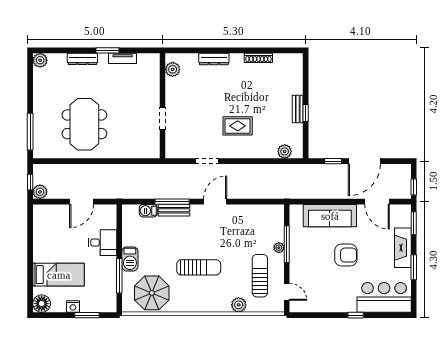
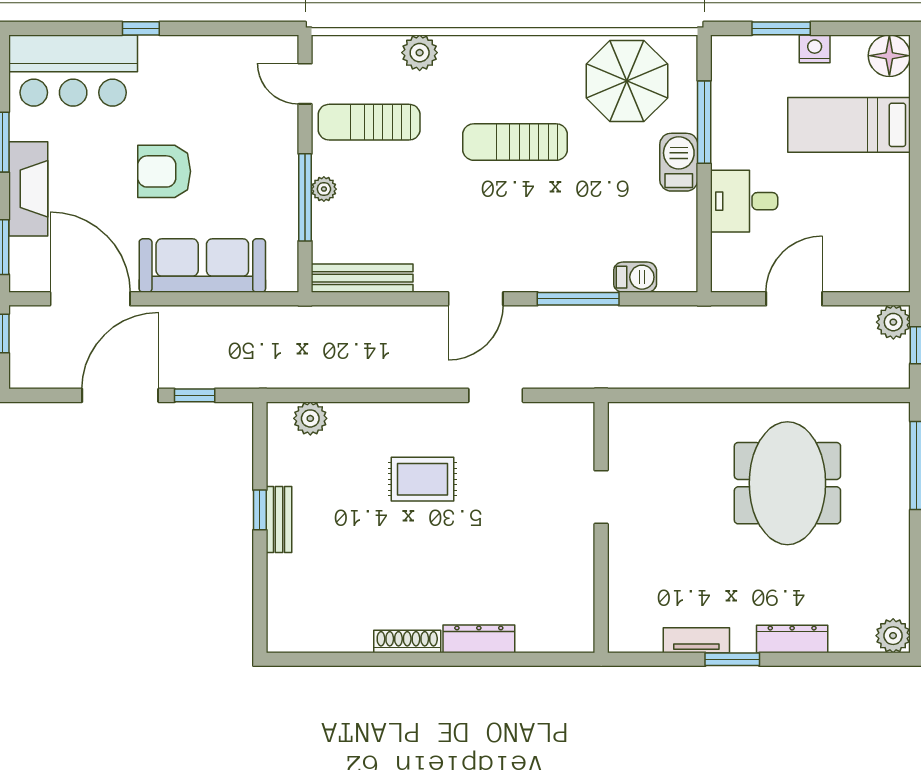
shoe rack: (258, 58) -> (407, 642), moved
plant: (173, 69) -> (577, 614), removed
door: (377, 202) -> (90, 299), width x1.36
bench: (174, 210) -> (362, 278), moved, width x1.36
sun lounger: (260, 276) -> (369, 122), turned 90

